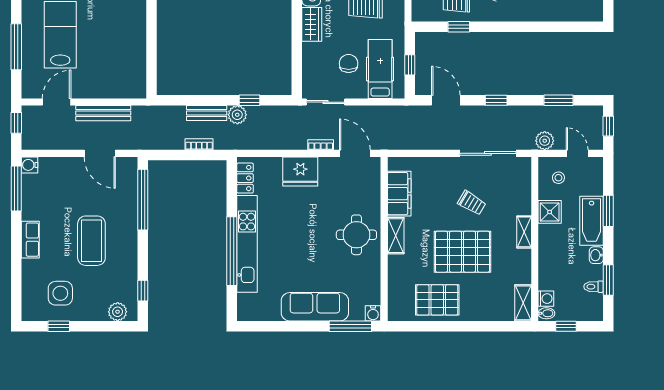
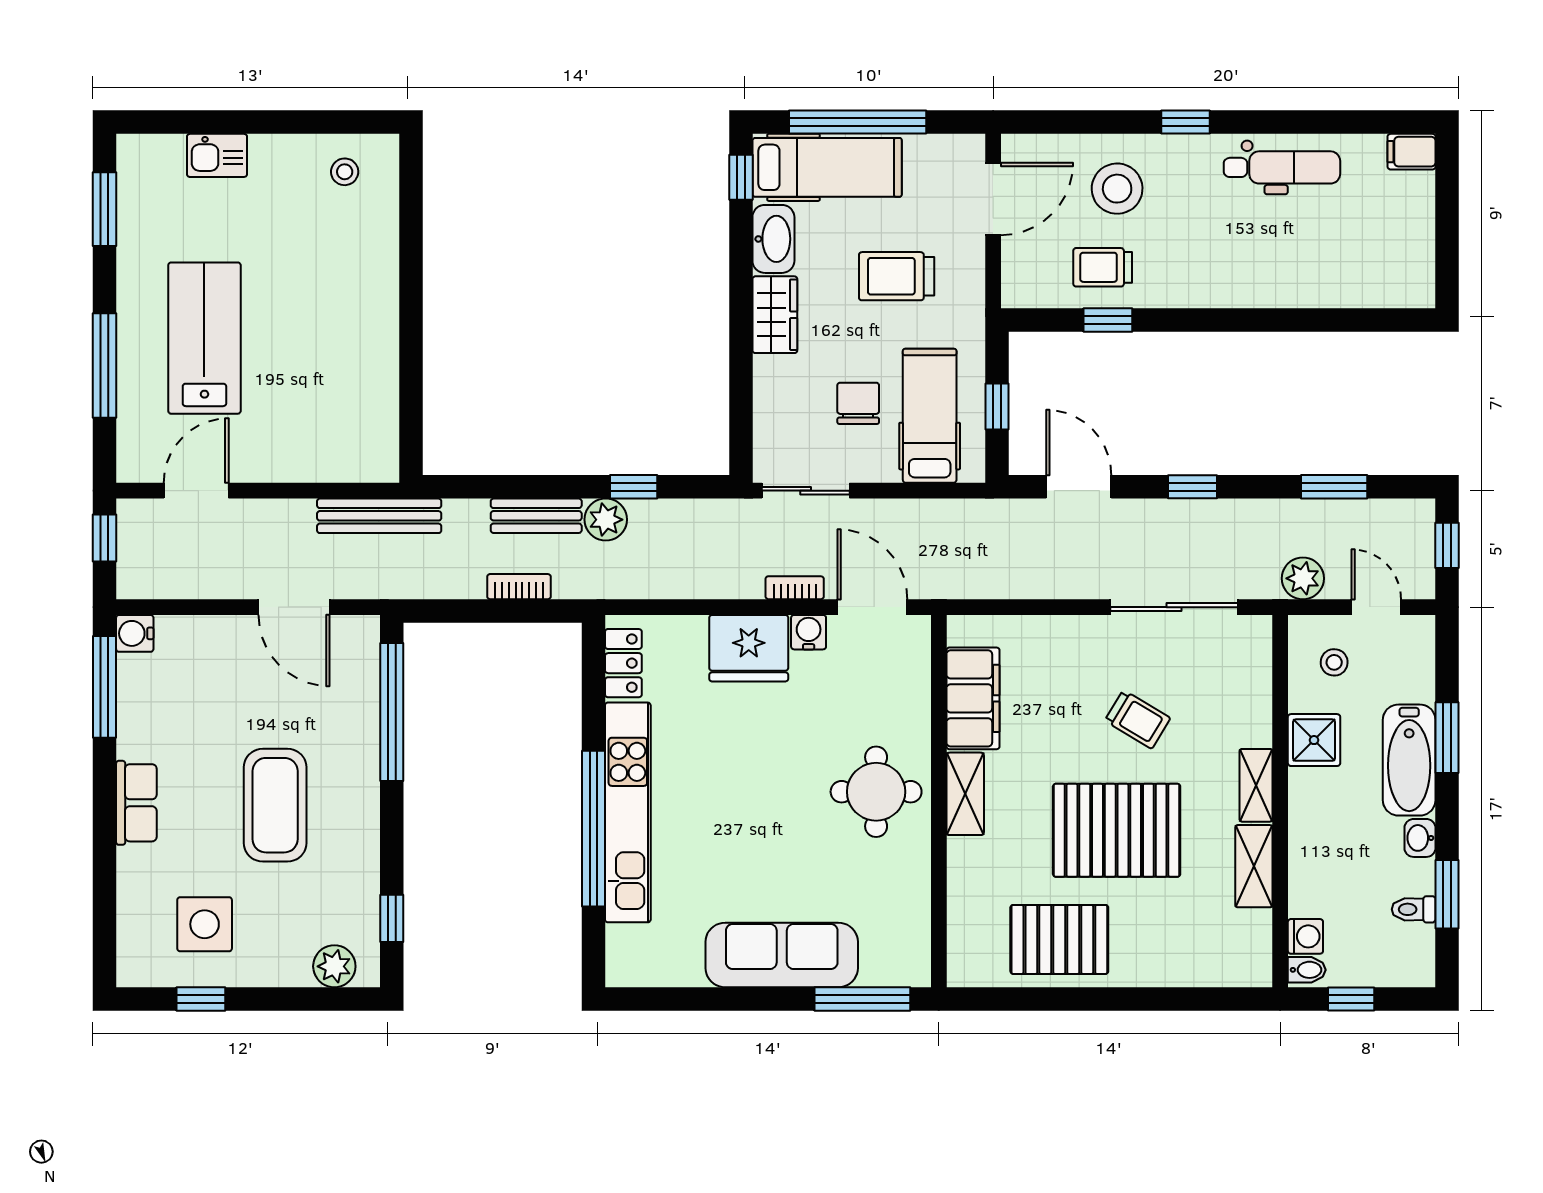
bench: (103, 113) -> (379, 516), moved
shelving: (523, 303) -> (1254, 866), moved
water cooler: (373, 313) -> (809, 632), moved, turned 180

